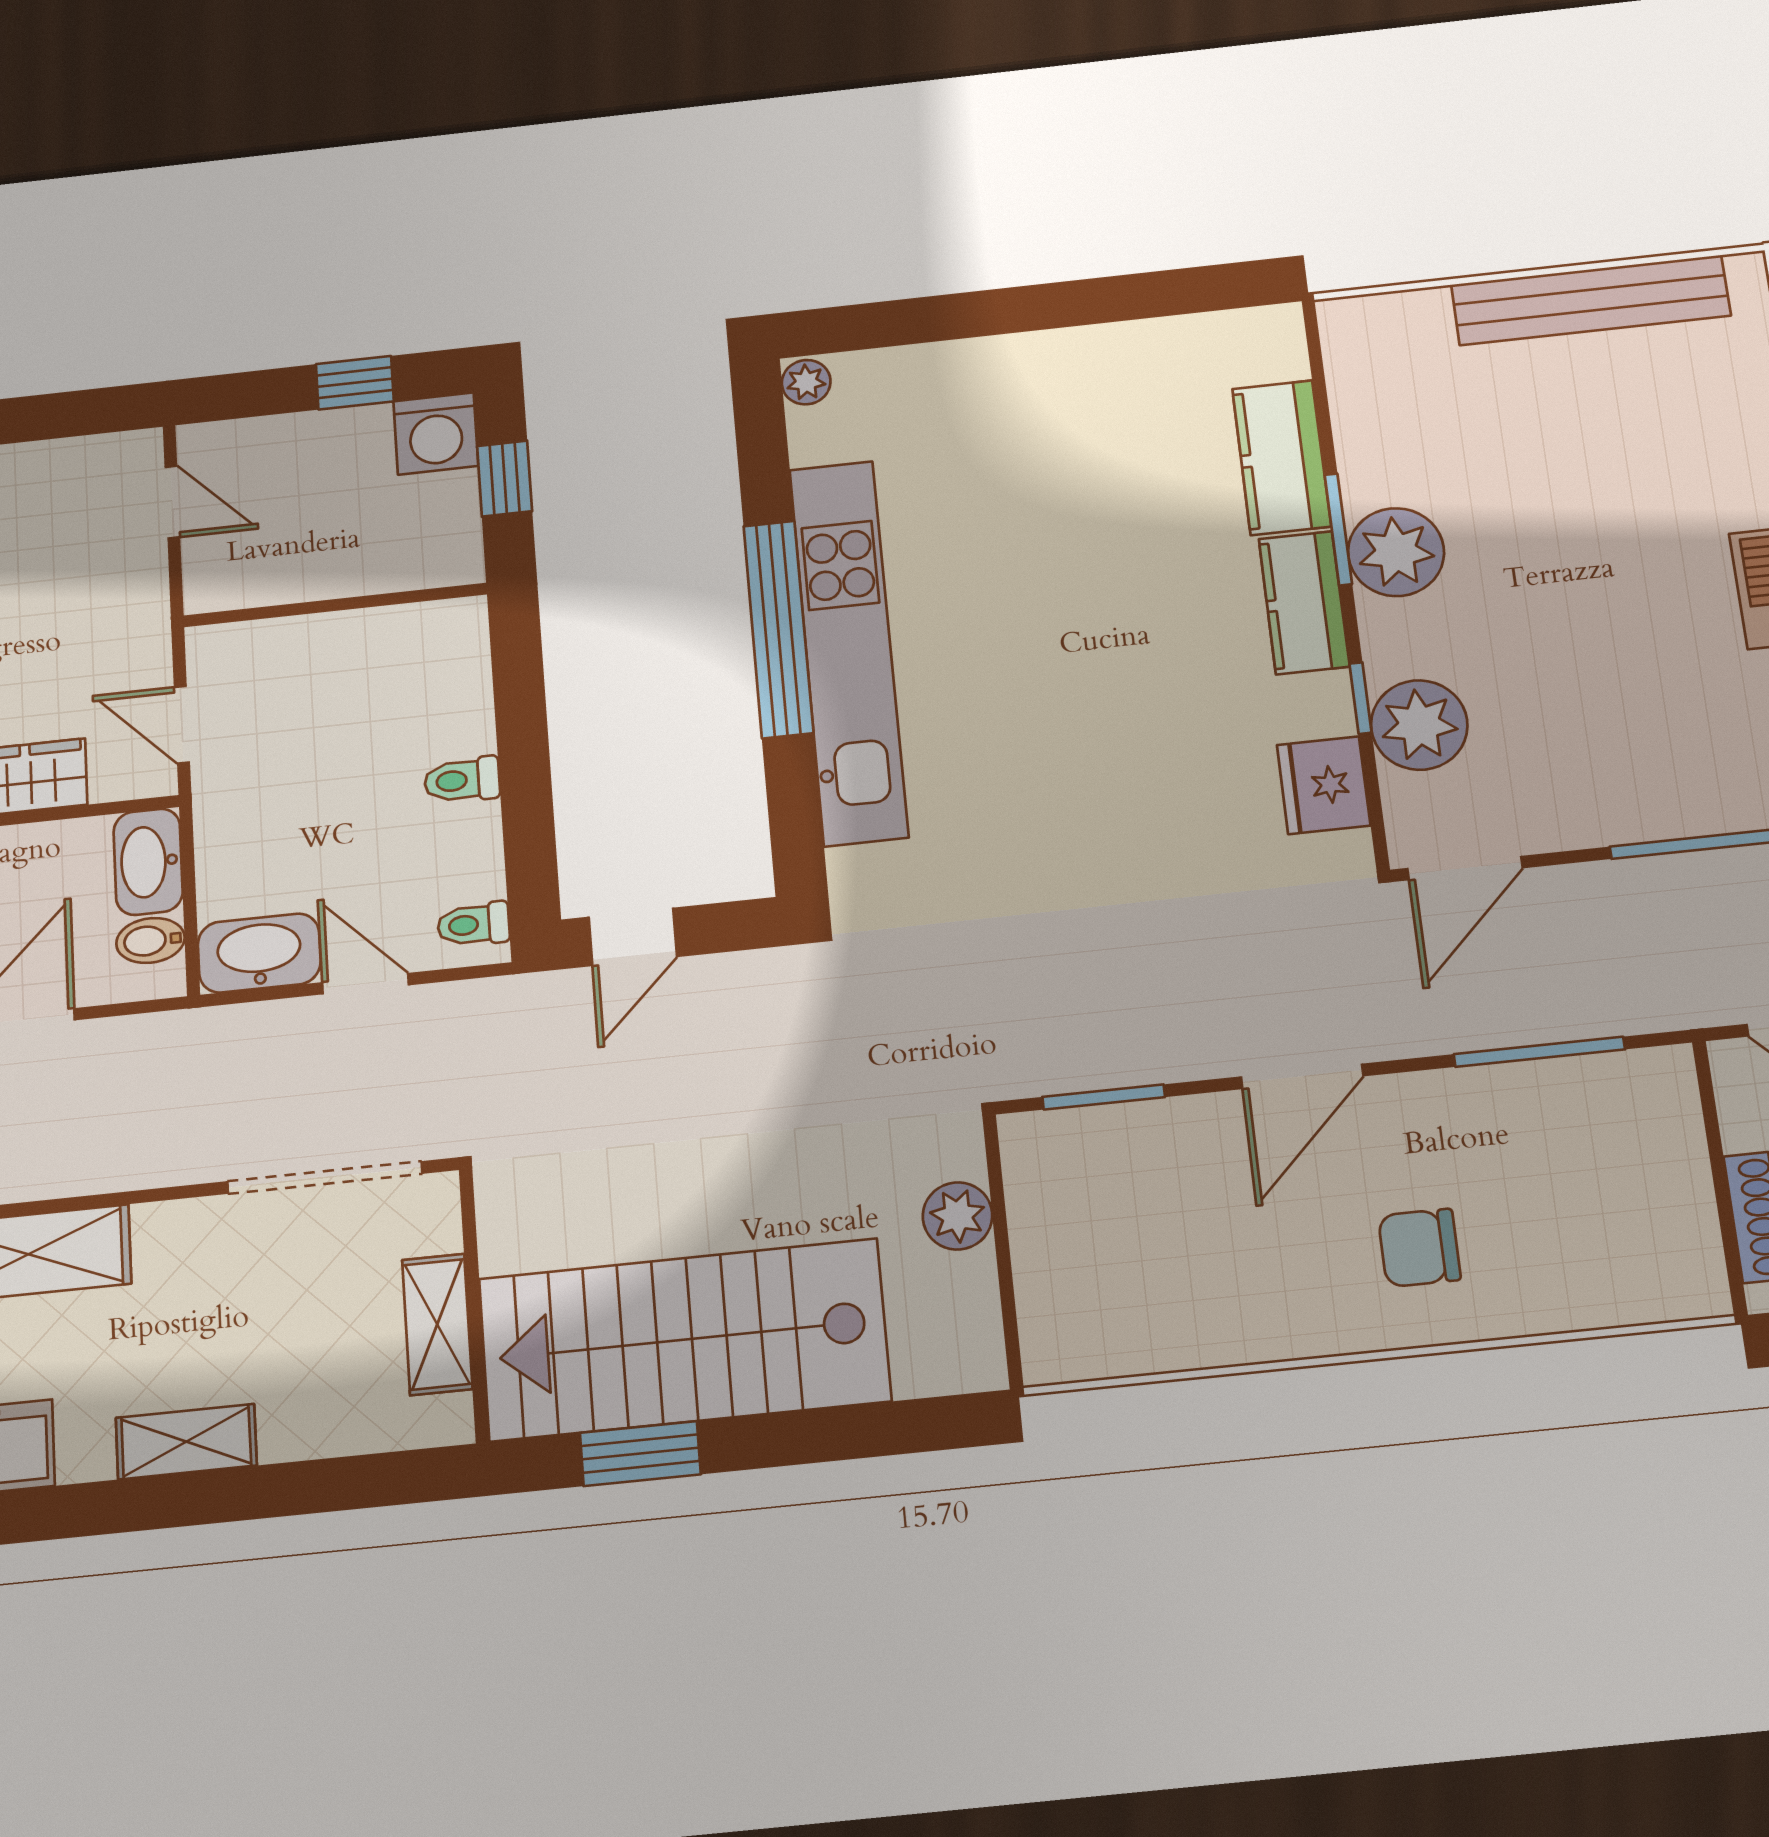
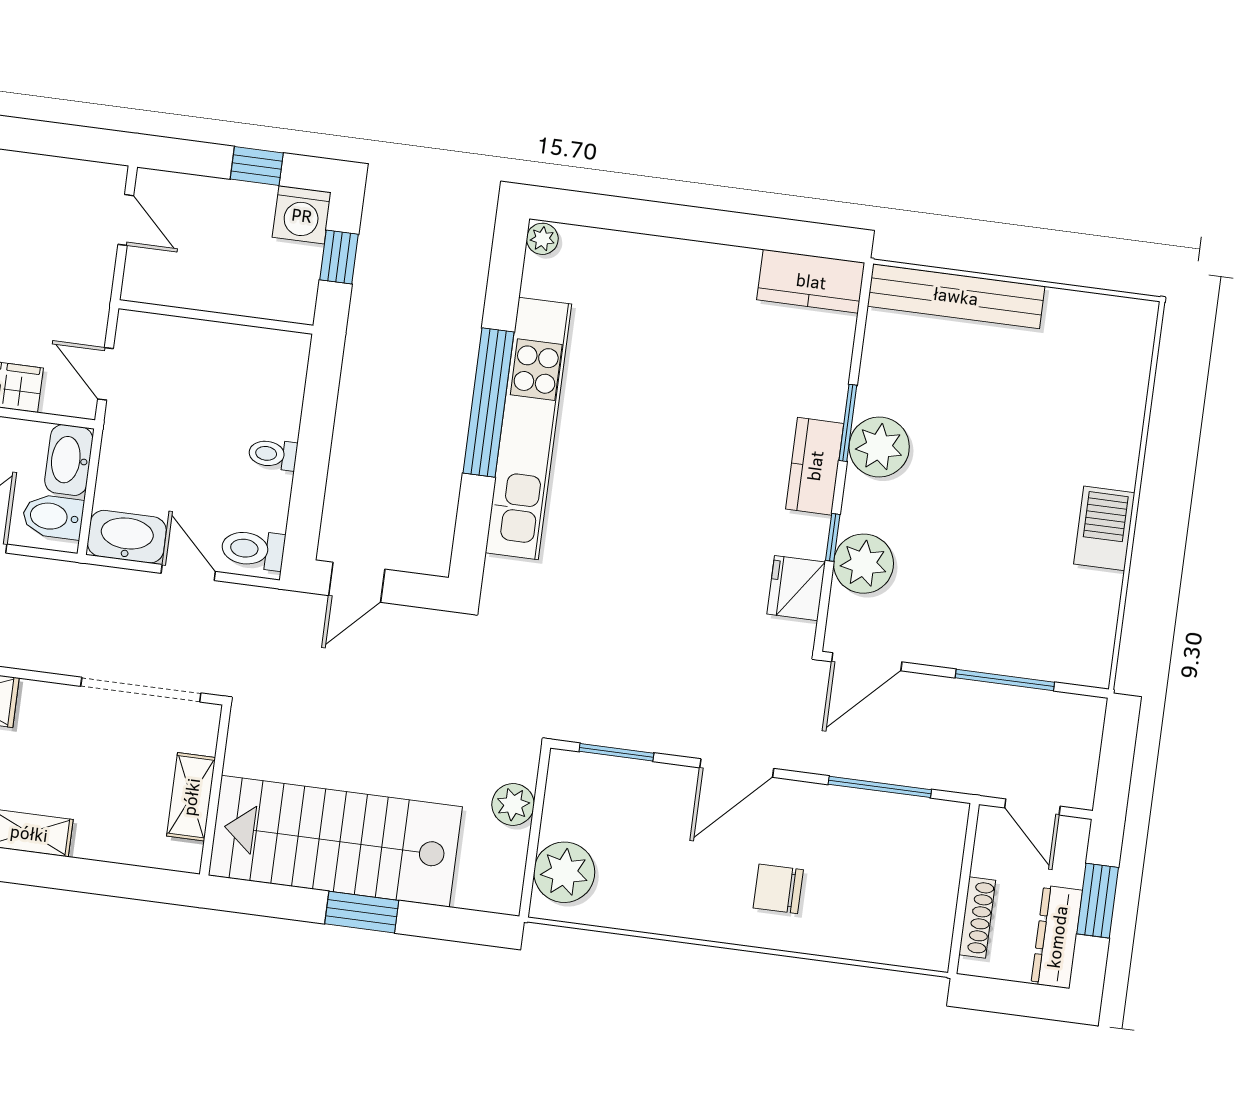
bench: (1591, 300) -> (956, 296), moved
kitchen counter: (1282, 457) -> (811, 281), moved, turned -90
toilet: (473, 924) -> (253, 549), width x1.37, depth x1.39
bidet: (150, 940) -> (53, 517), width x1.38, depth x1.36
plant: (1066, 1303) -> (564, 872), added
window: (640, 1454) -> (362, 912), moved

